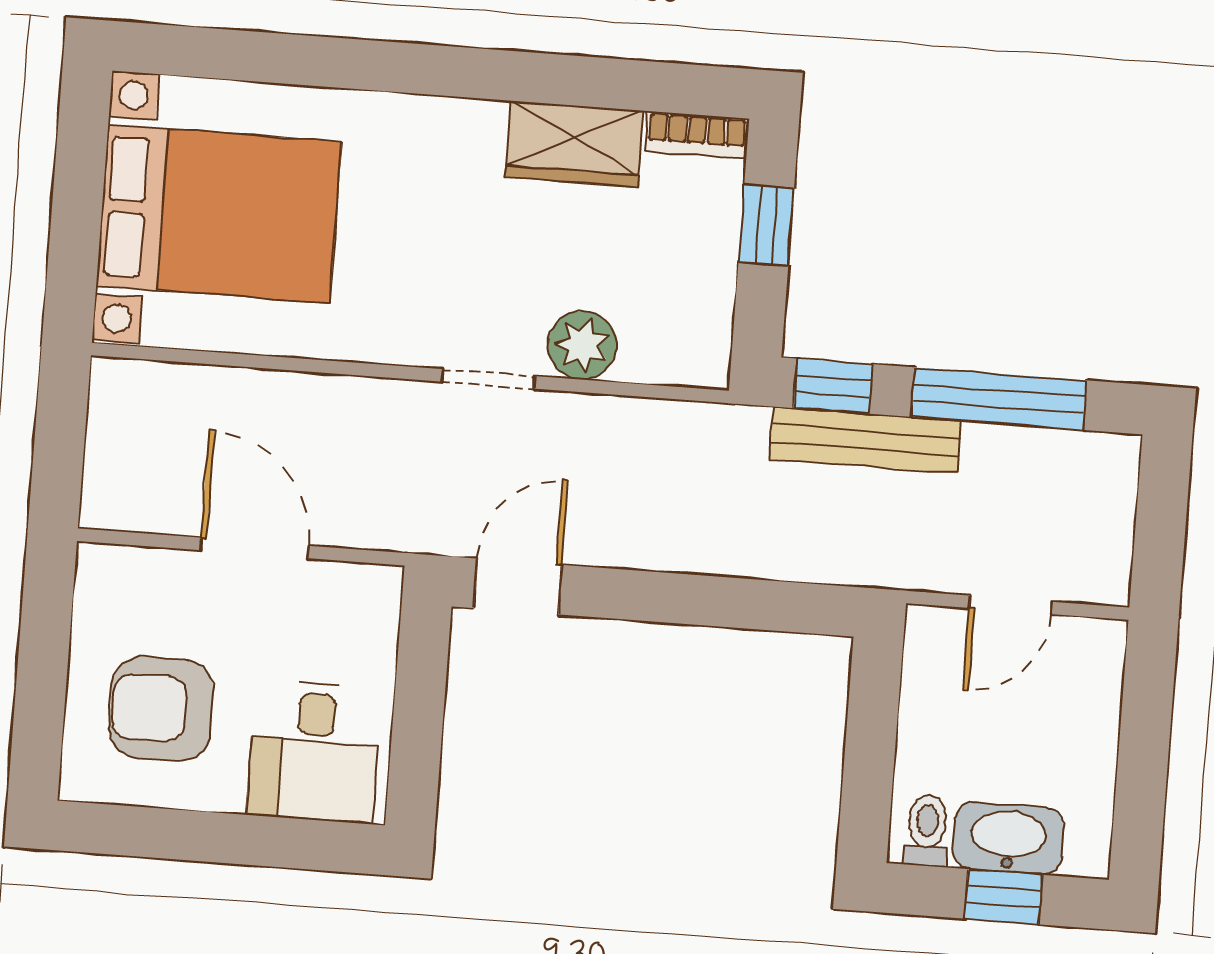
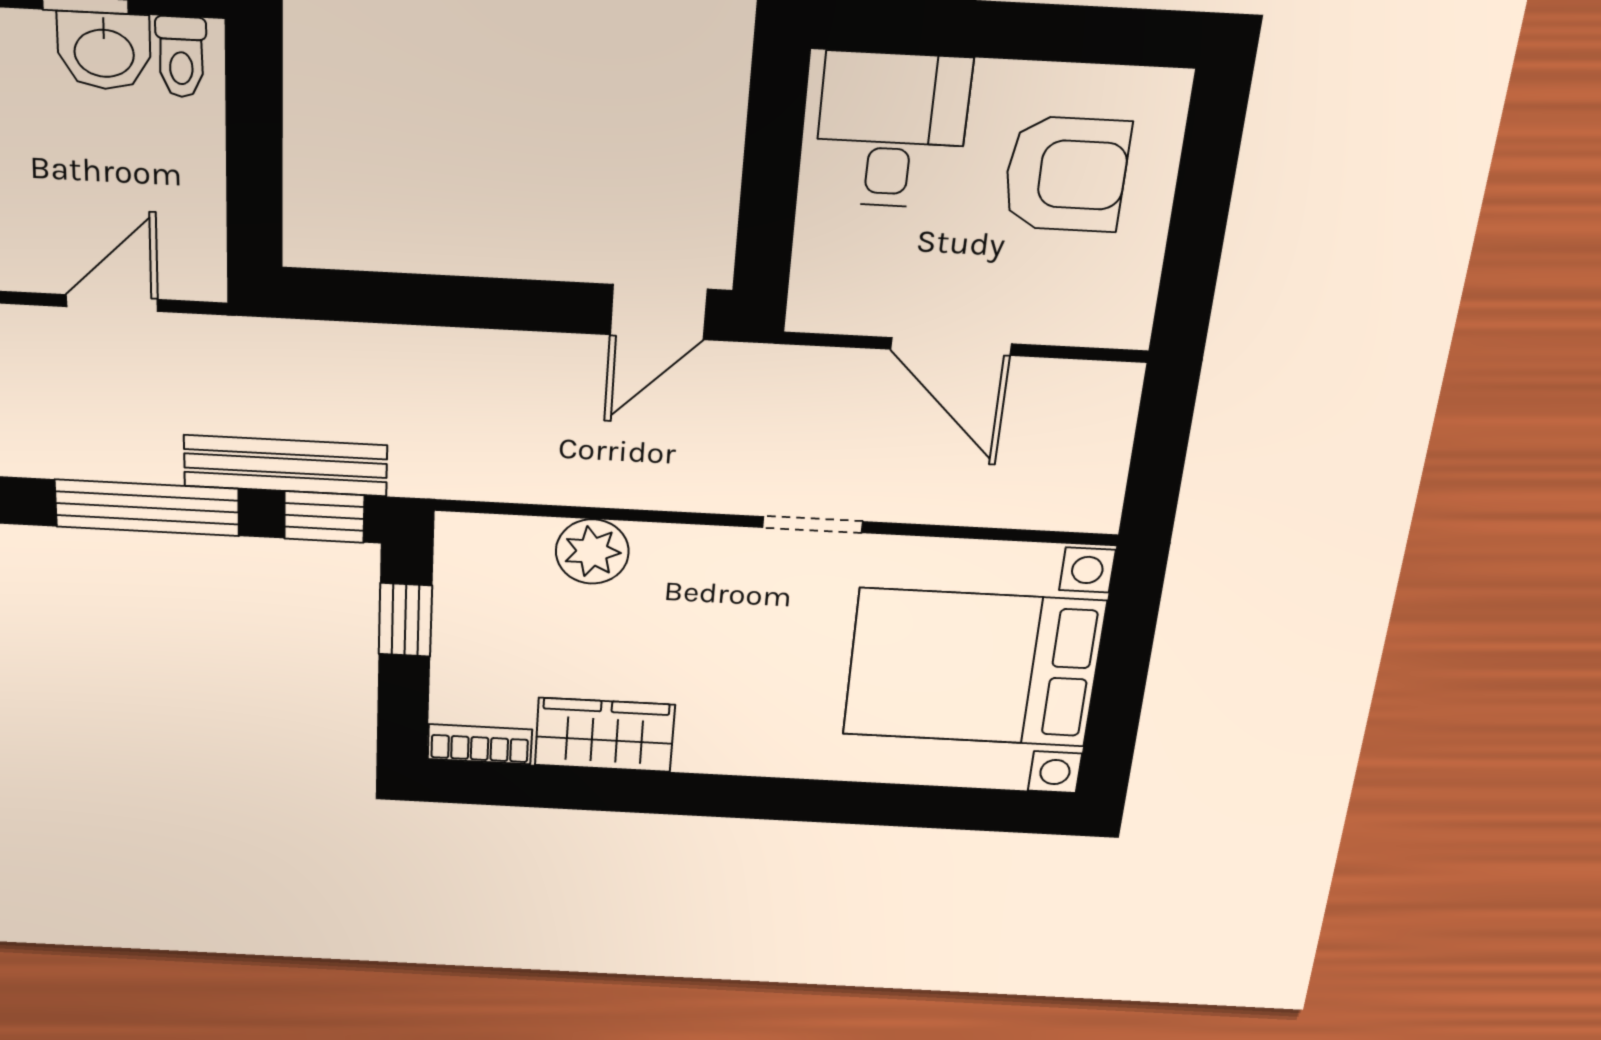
window: (766, 225) -> (405, 620), moved
doorway: (488, 379) -> (813, 525), moved
washbasin: (1008, 838) -> (104, 51), width x0.72

